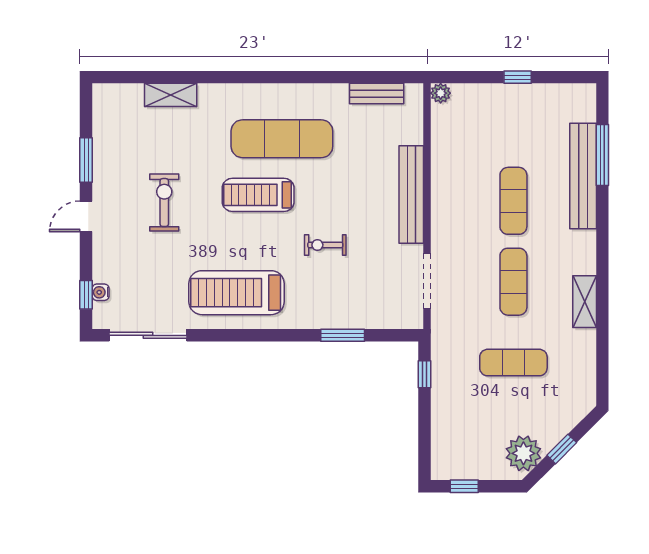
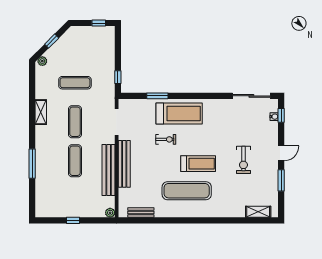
shelving: (171, 95) -> (258, 212), moved
window: (602, 155) -> (32, 164), moved
bench: (583, 176) -> (109, 170), moved
treadmill: (237, 293) -> (179, 113), moved
plant: (523, 453) -> (42, 61), moved, width x0.53, depth x0.53

